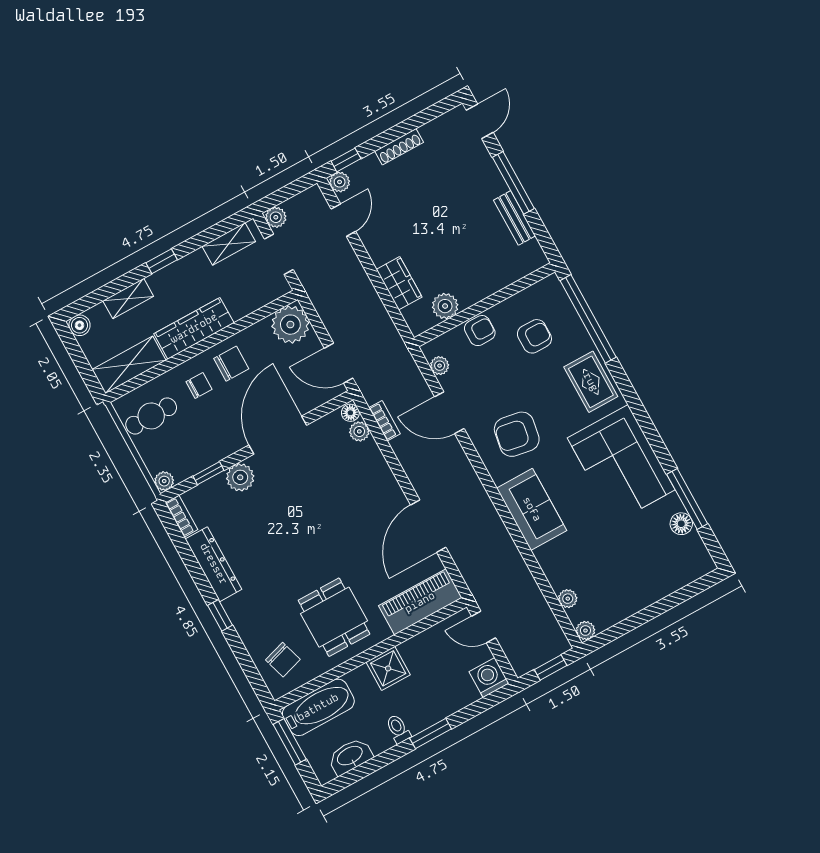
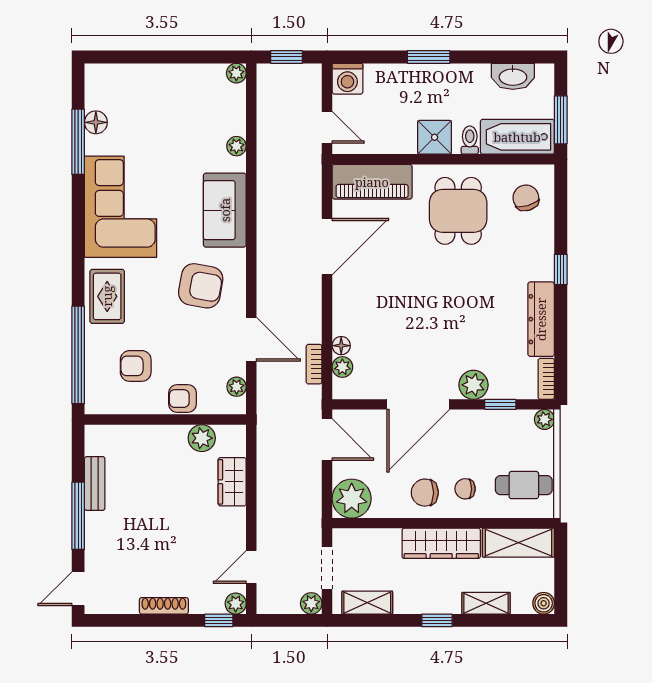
floor lamp: (350, 413) -> (341, 346), moved
plant: (568, 599) -> (236, 146), moved
toilet: (398, 729) -> (470, 140), moved, turned 180

